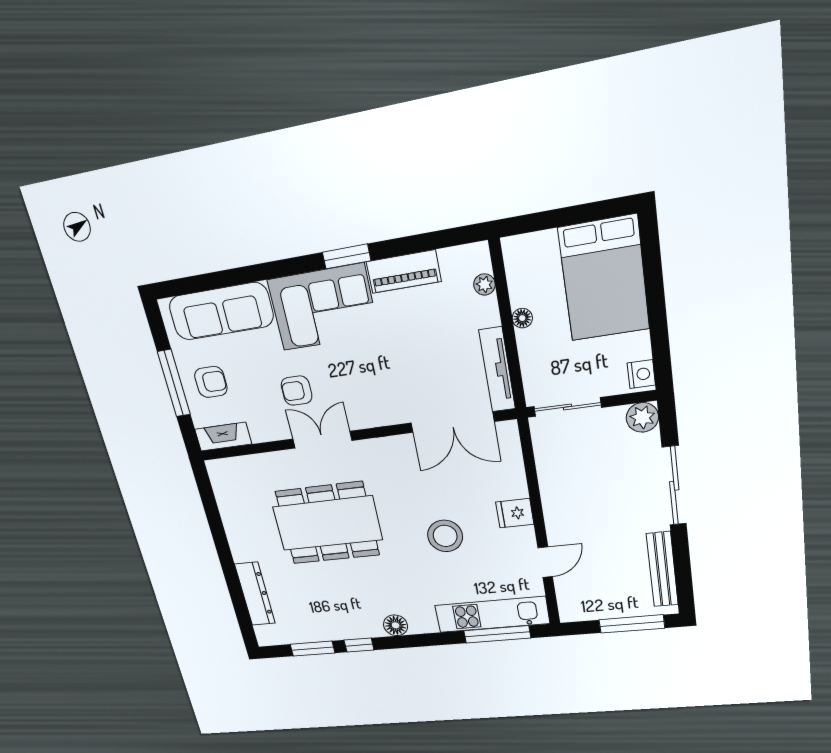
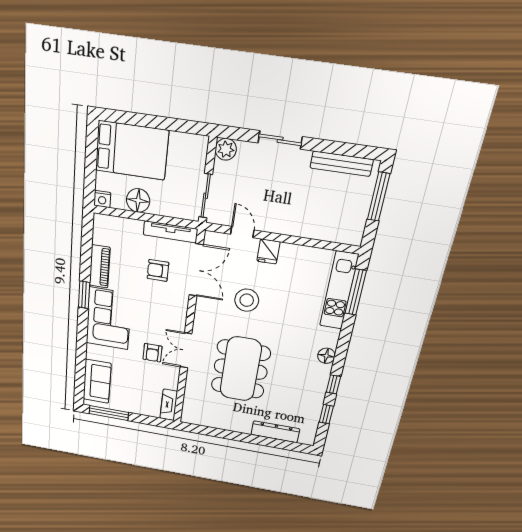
plant: (484, 284) -> (118, 223), removed
sofa: (221, 311) -> (97, 381), width x0.73
floor lamp: (522, 318) -> (138, 200), width x1.89, depth x1.89
nightstand: (641, 374) -> (102, 199), moved, turned 180
armchair: (211, 382) -> (158, 270), moved, turned -90
window: (174, 383) -> (109, 413), moved
sliding door: (674, 486) -> (280, 140), width x0.73
stool: (445, 536) -> (247, 300), moved
door: (545, 562) -> (242, 232), moved
window: (312, 649) -> (326, 414), width x0.67

